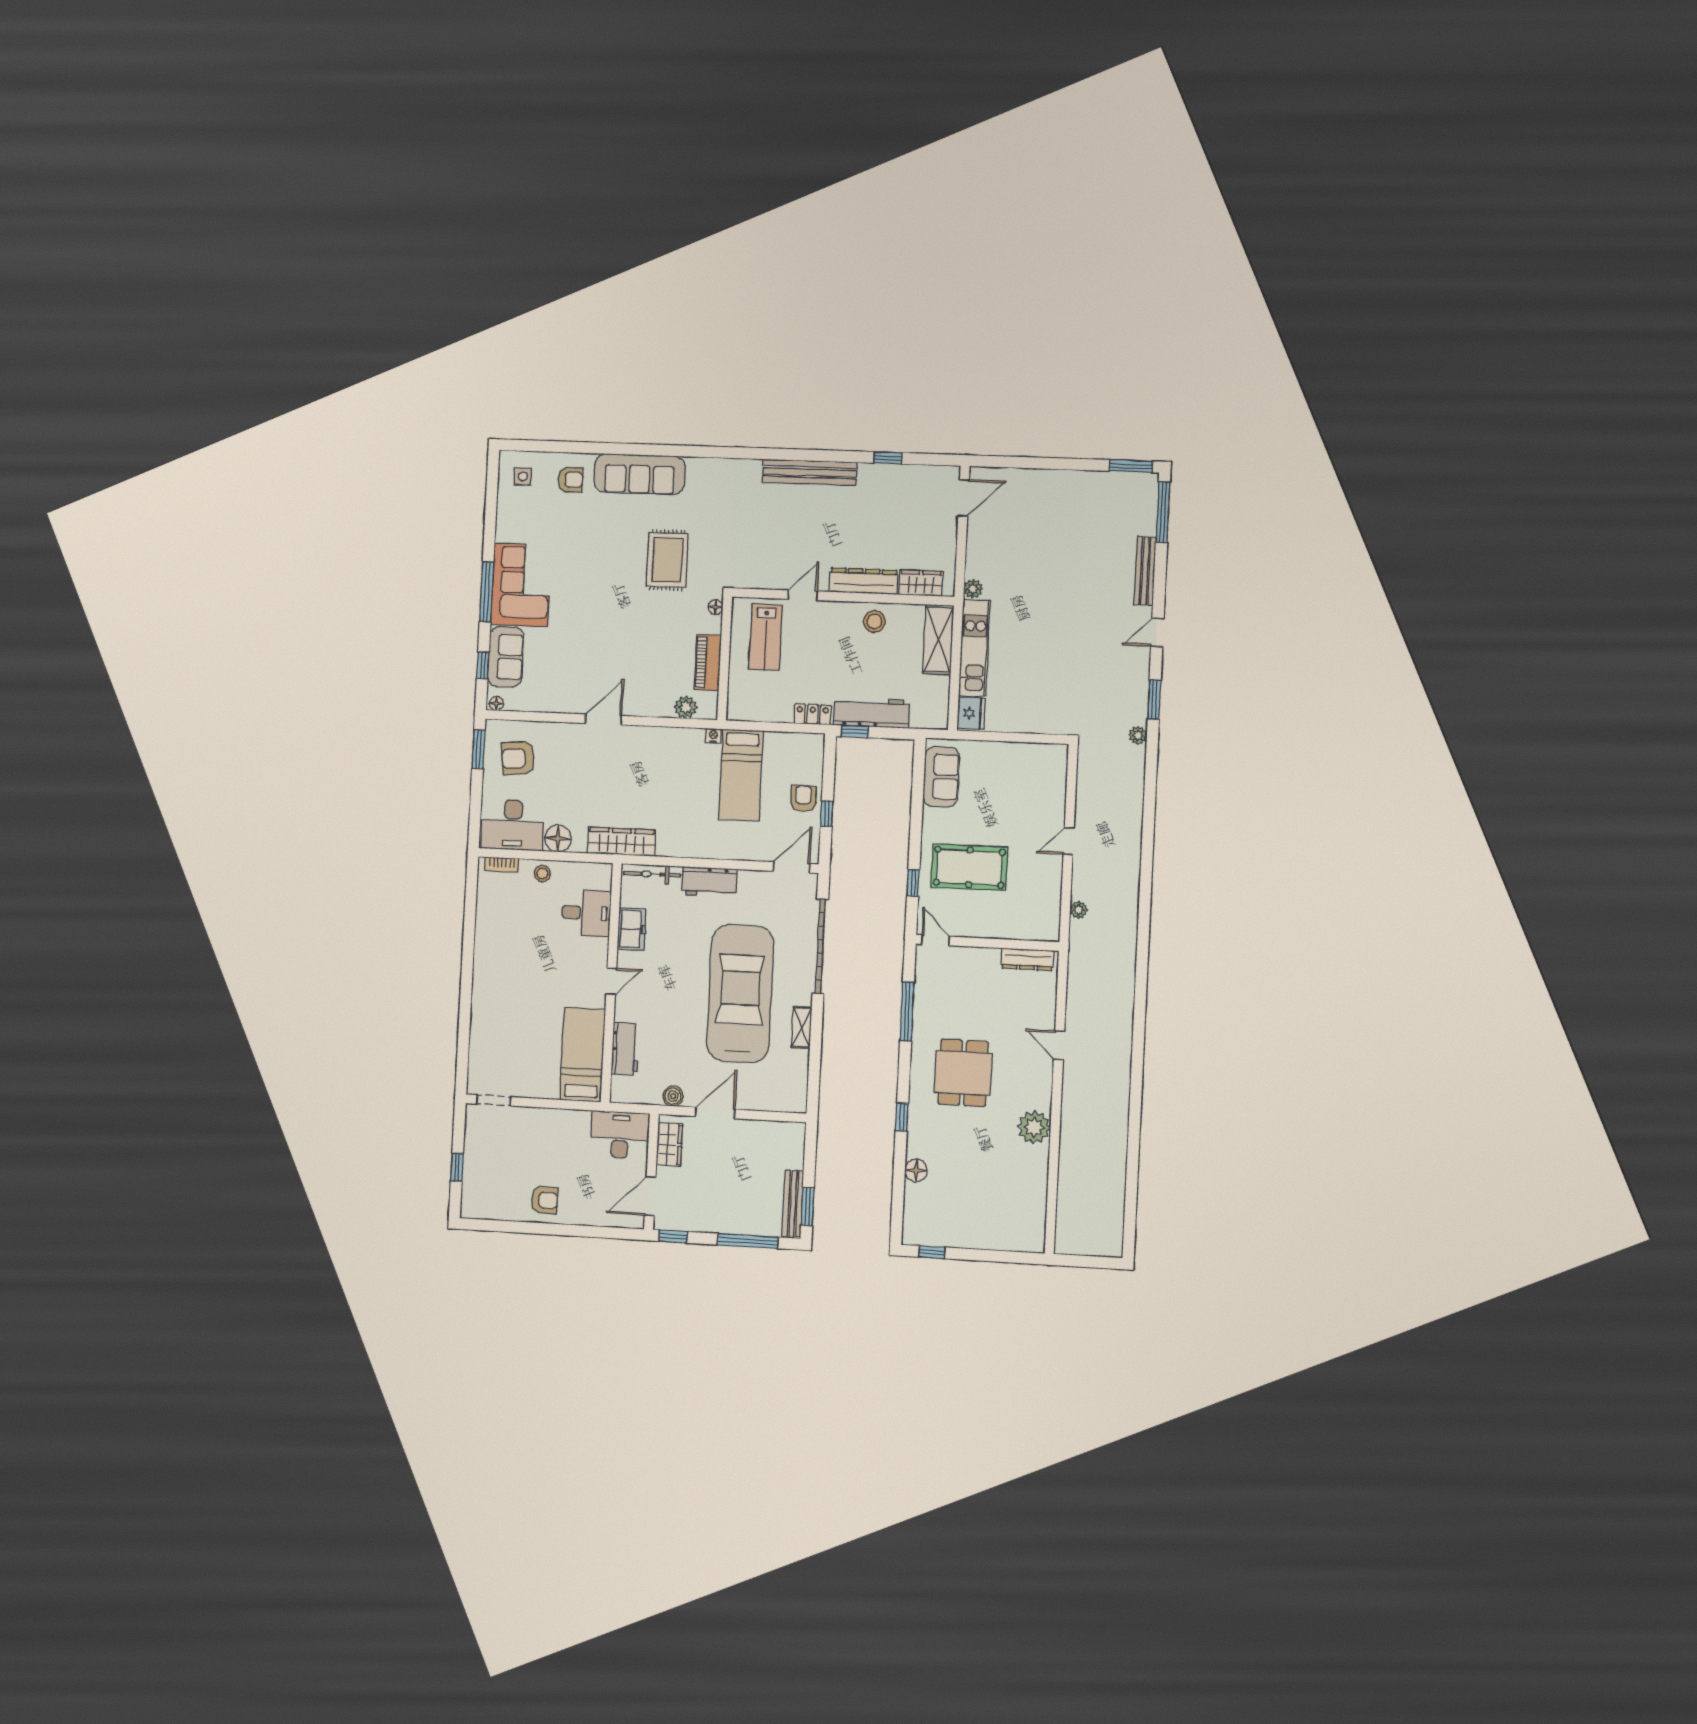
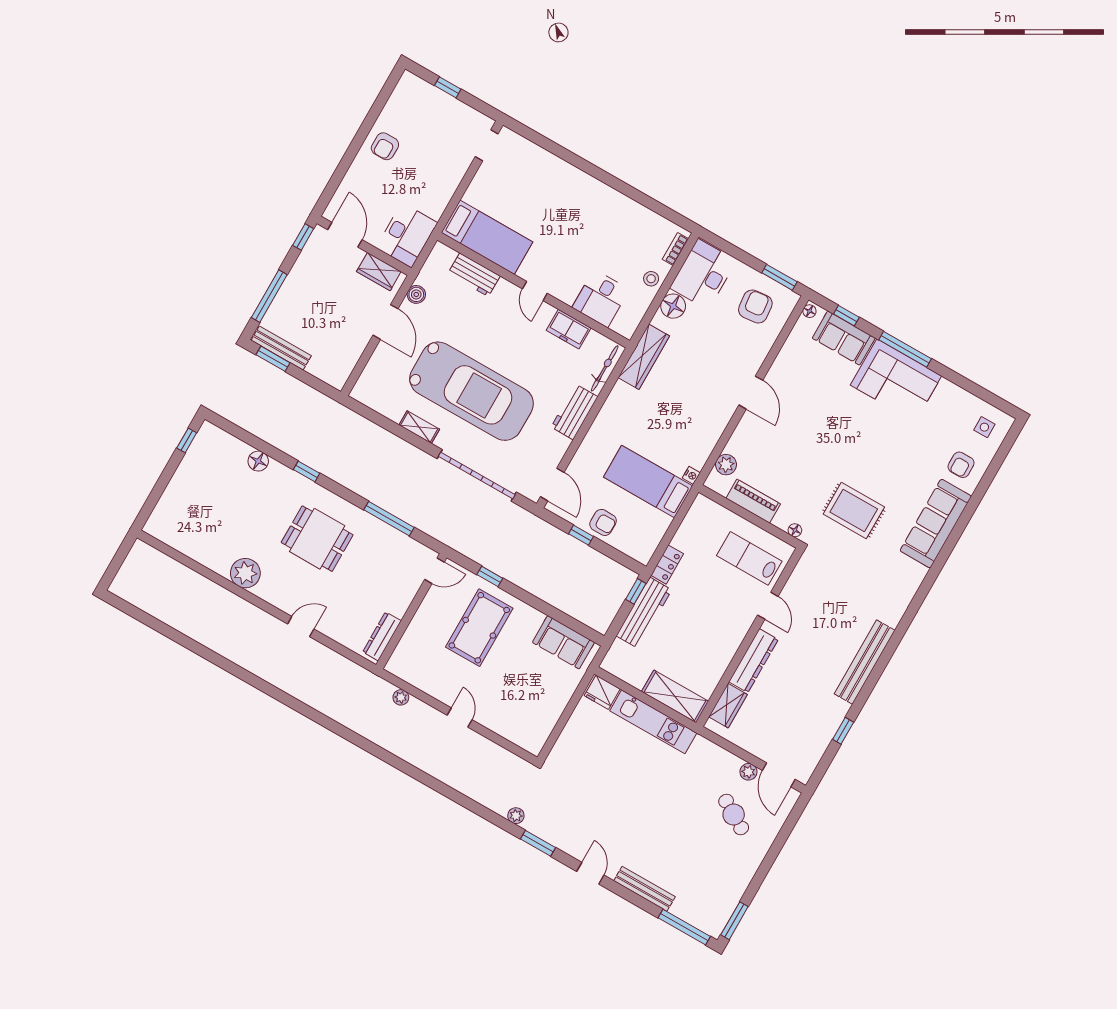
cafe table: (1026, 522) -> (734, 814), added
plant: (973, 589) -> (748, 772), moved
stool: (874, 621) -> (716, 653), removed

